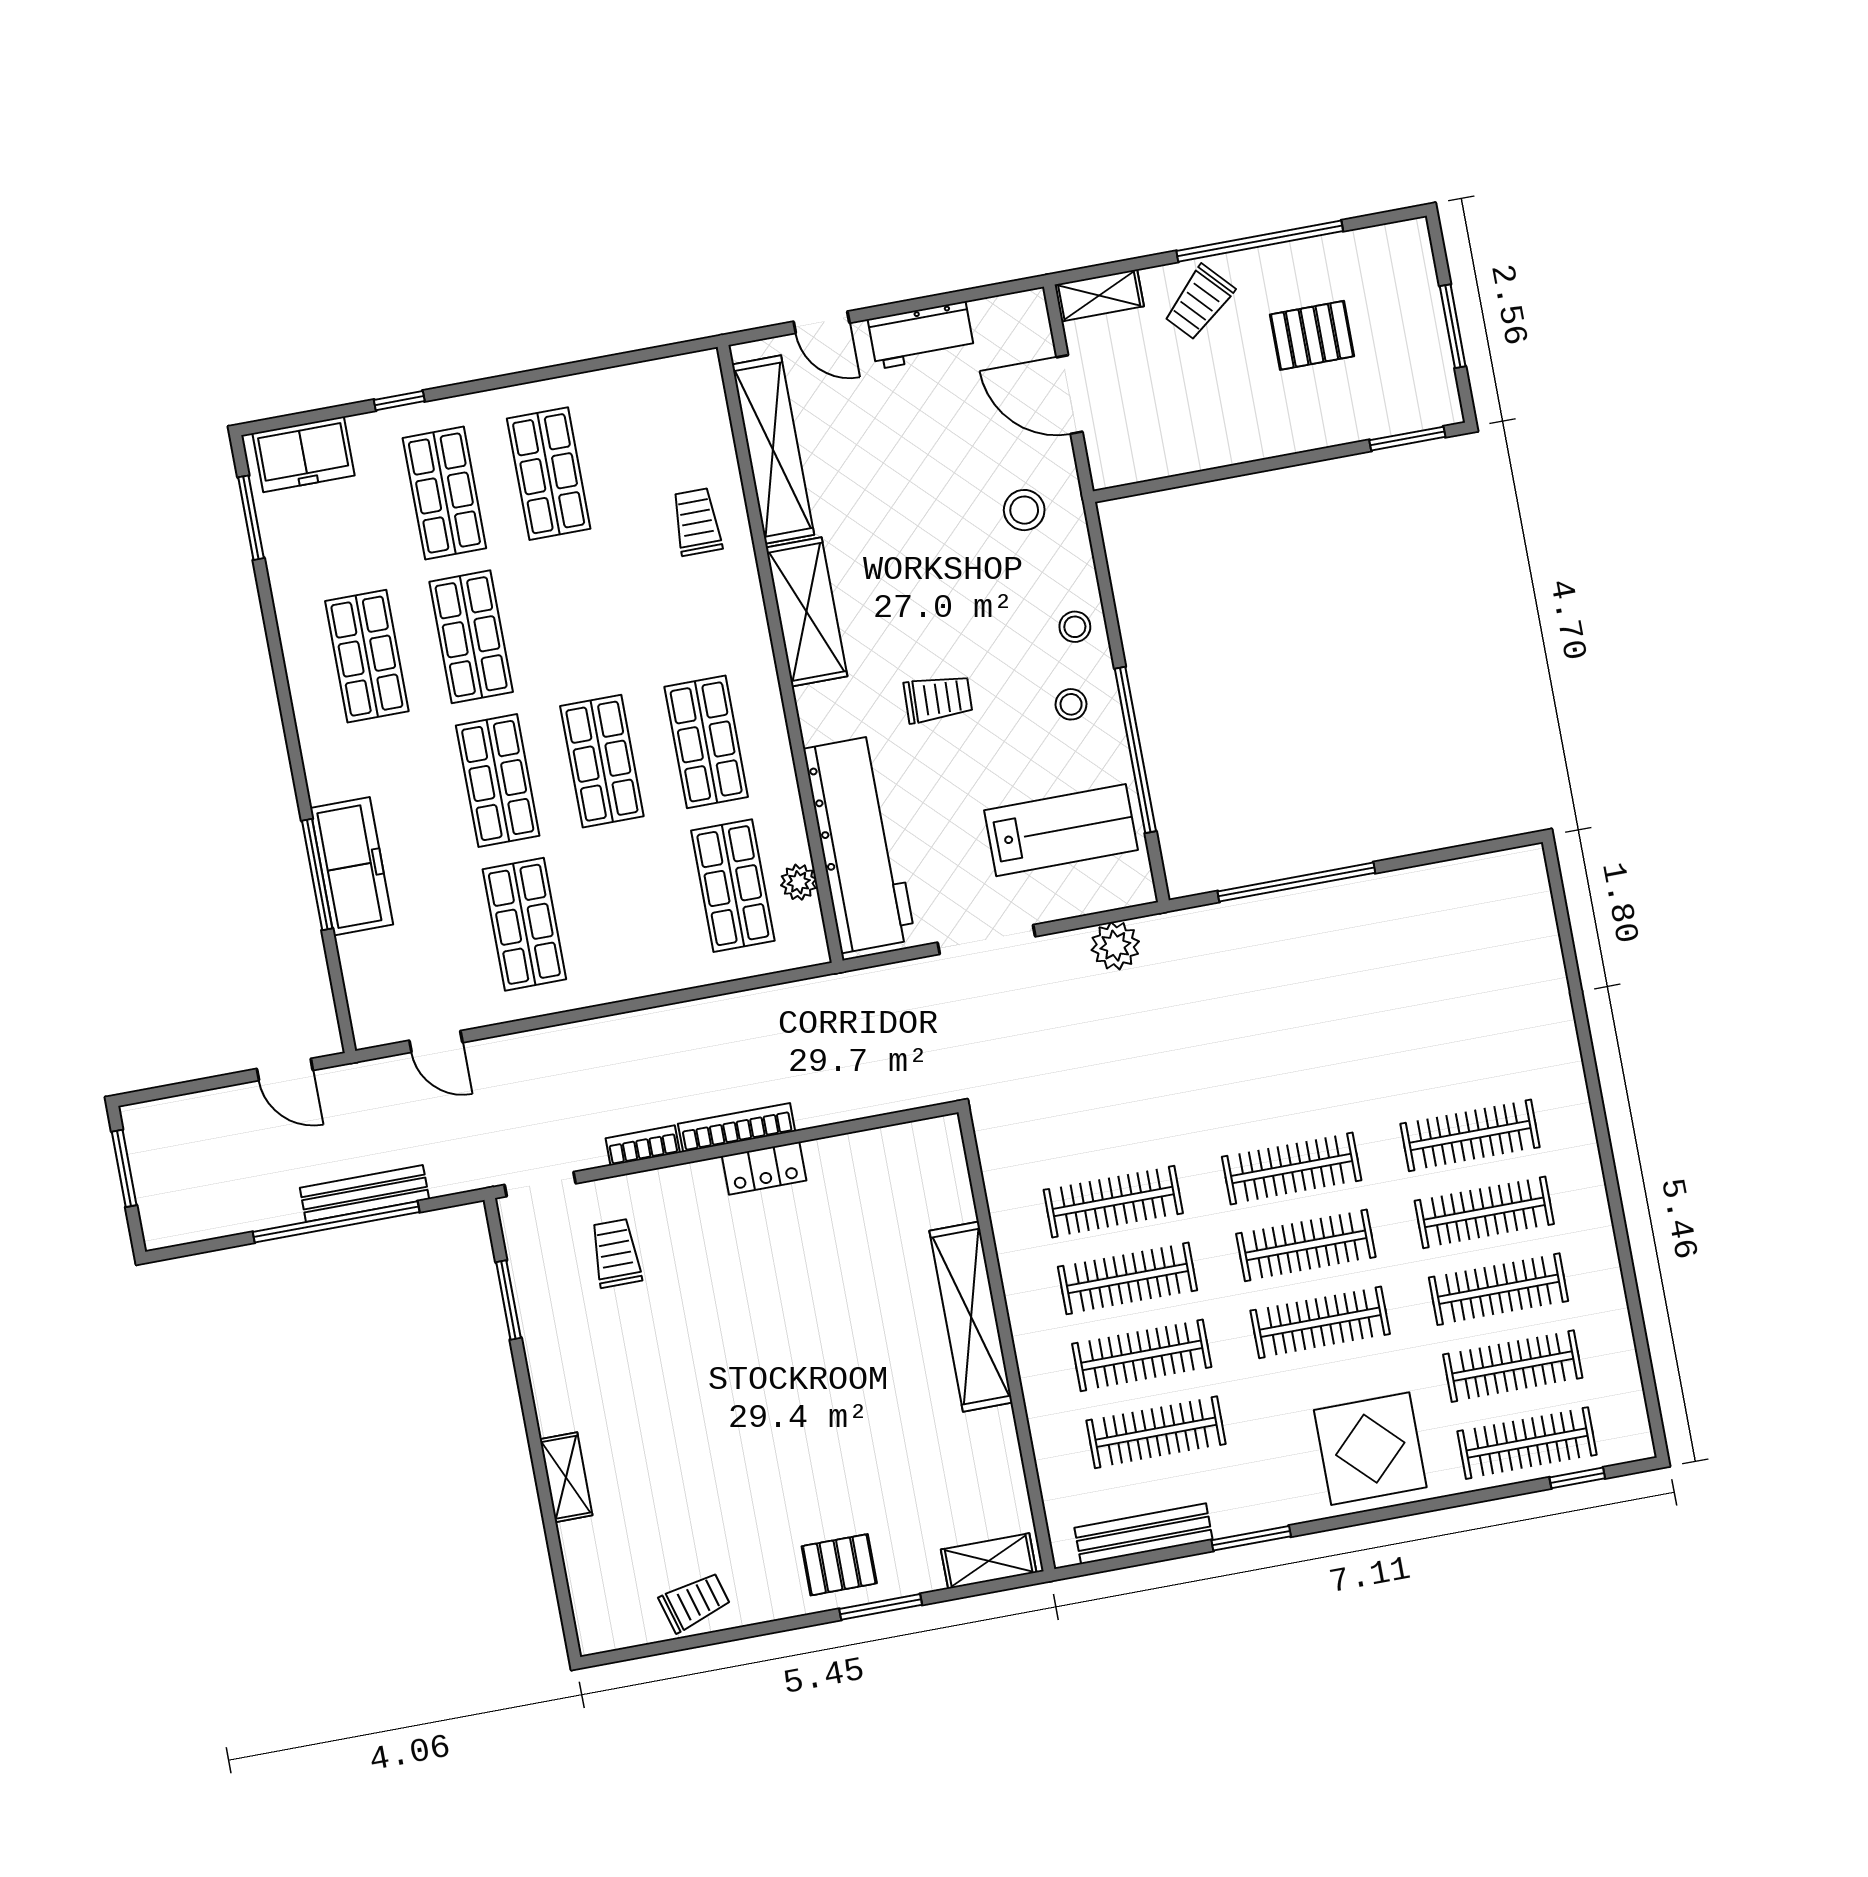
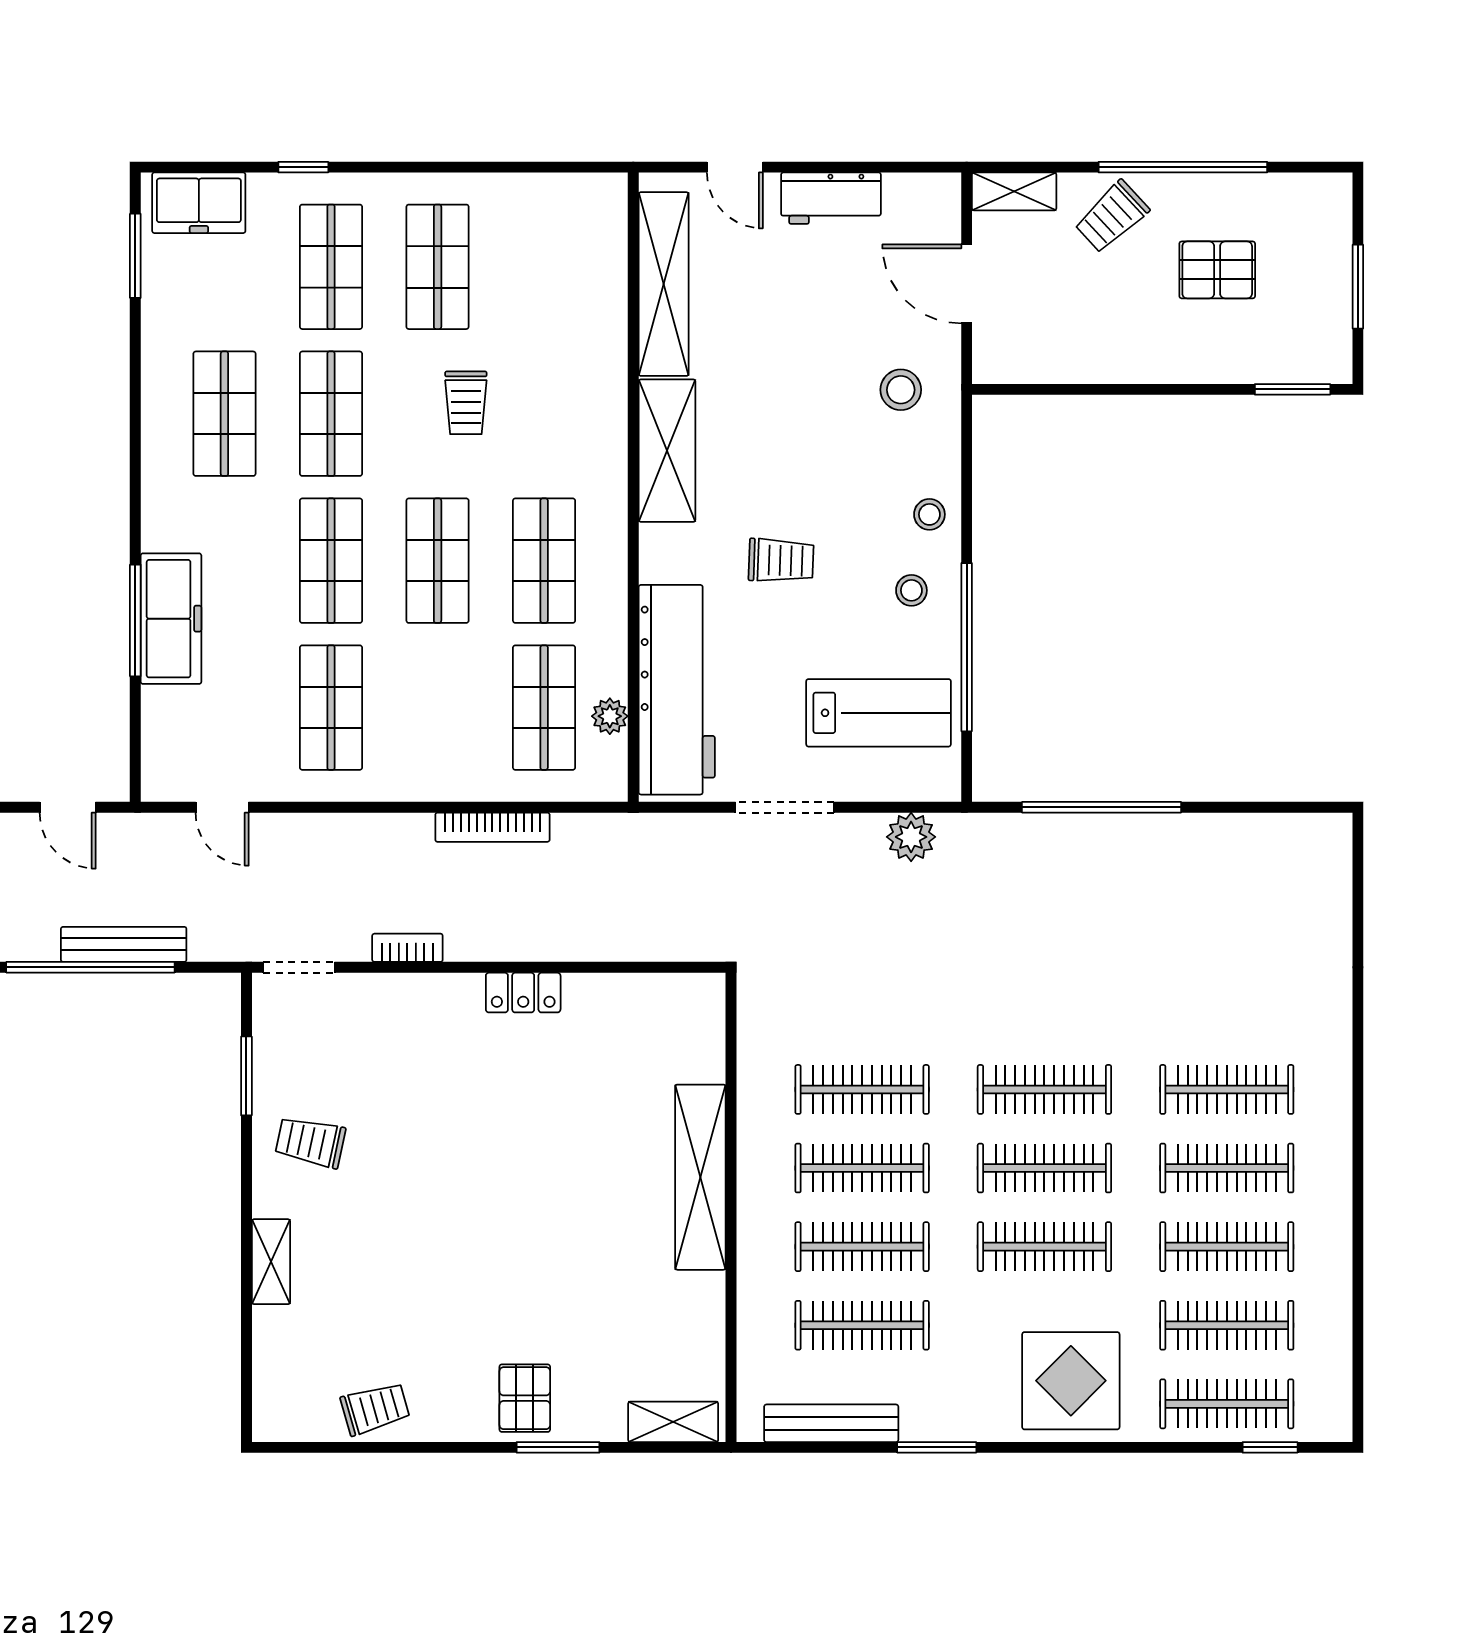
trolley: (697, 522) -> (466, 403), moved, turned 180
bookcase: (737, 1128) -> (492, 827), moved, turned 180
trolley: (616, 1253) -> (310, 1142), moved, turned -78
pallet: (839, 1565) -> (525, 1398), turned 90

